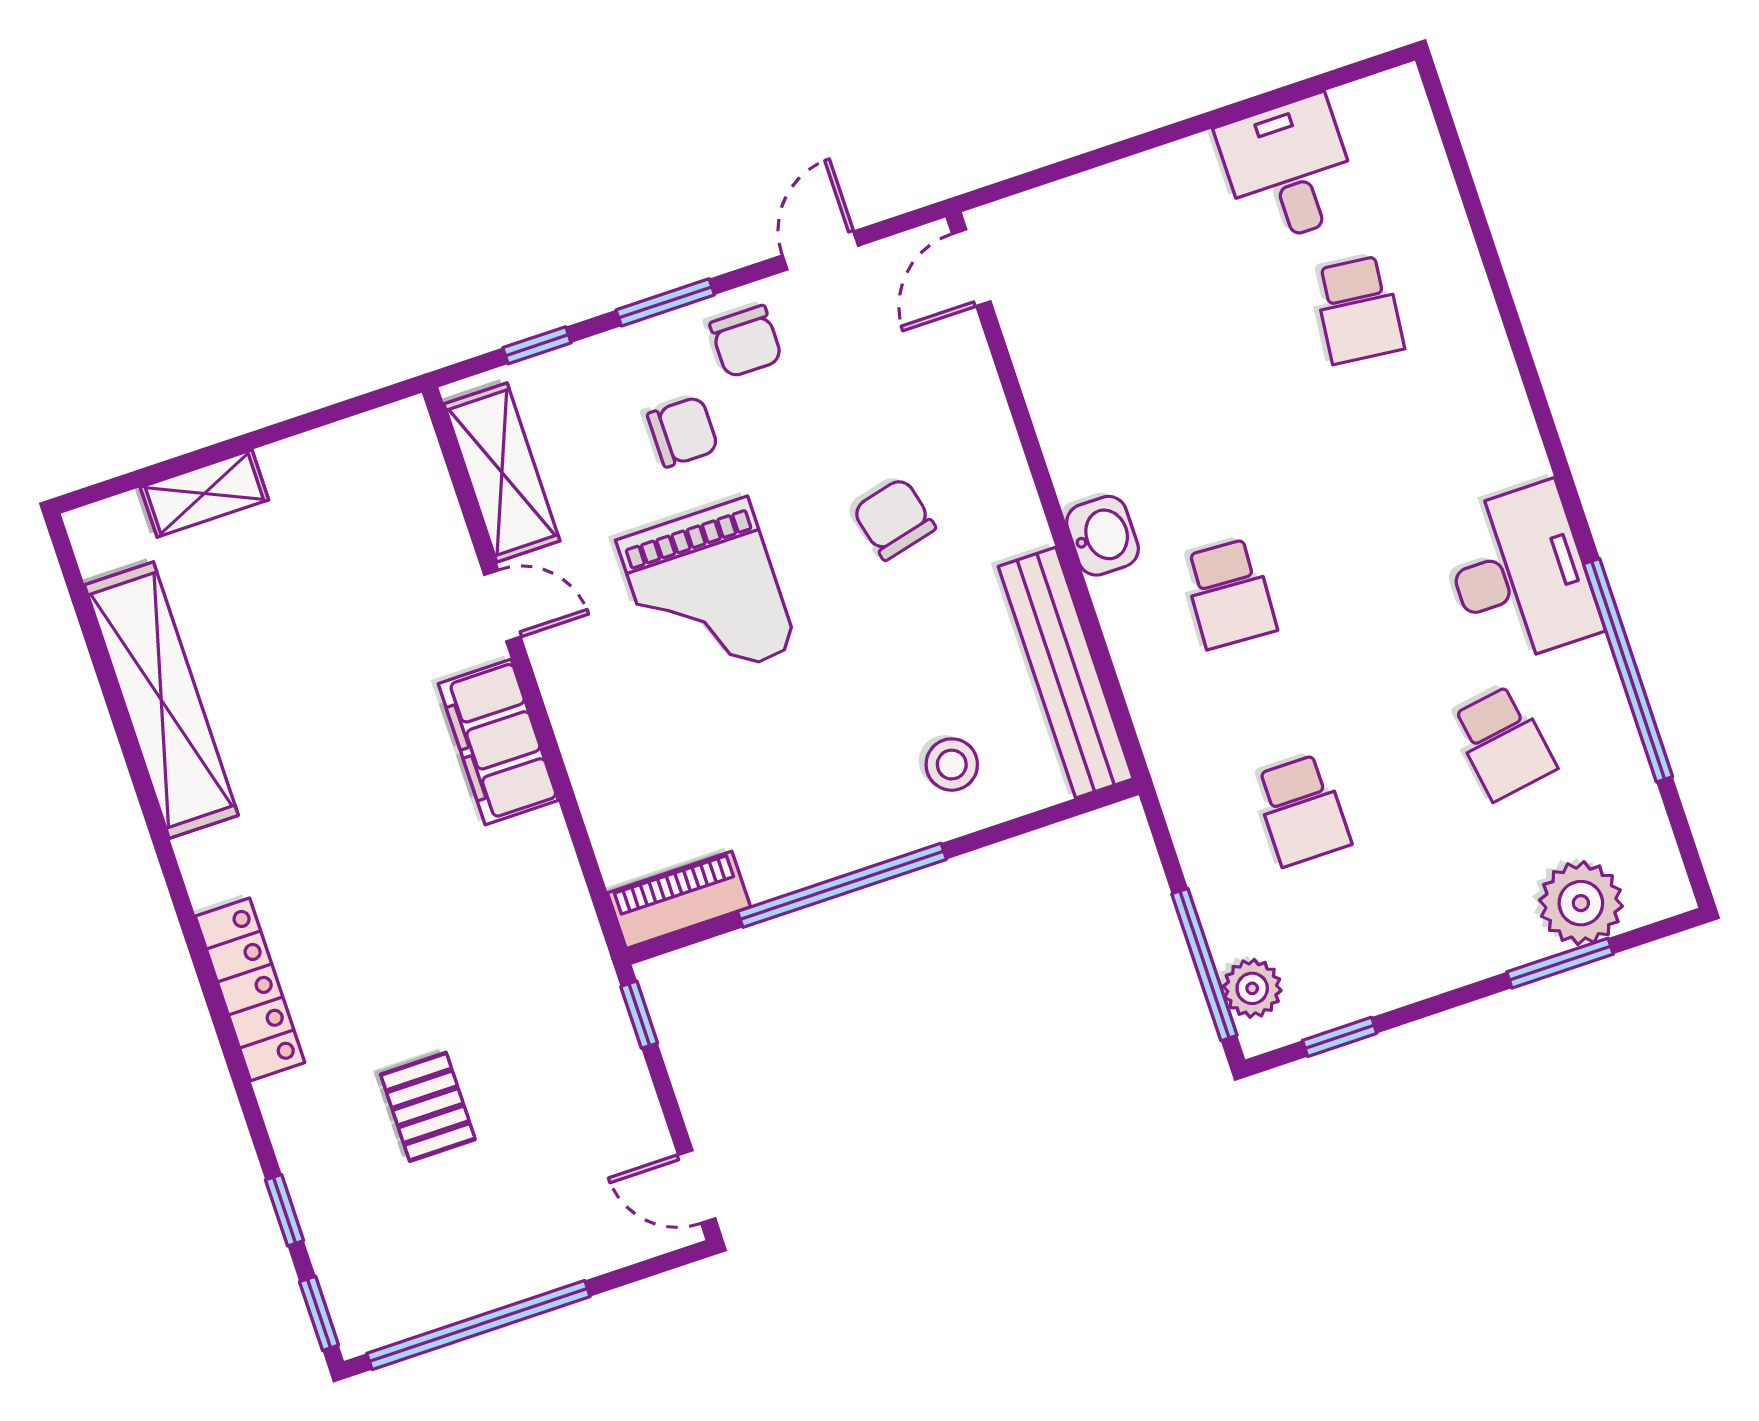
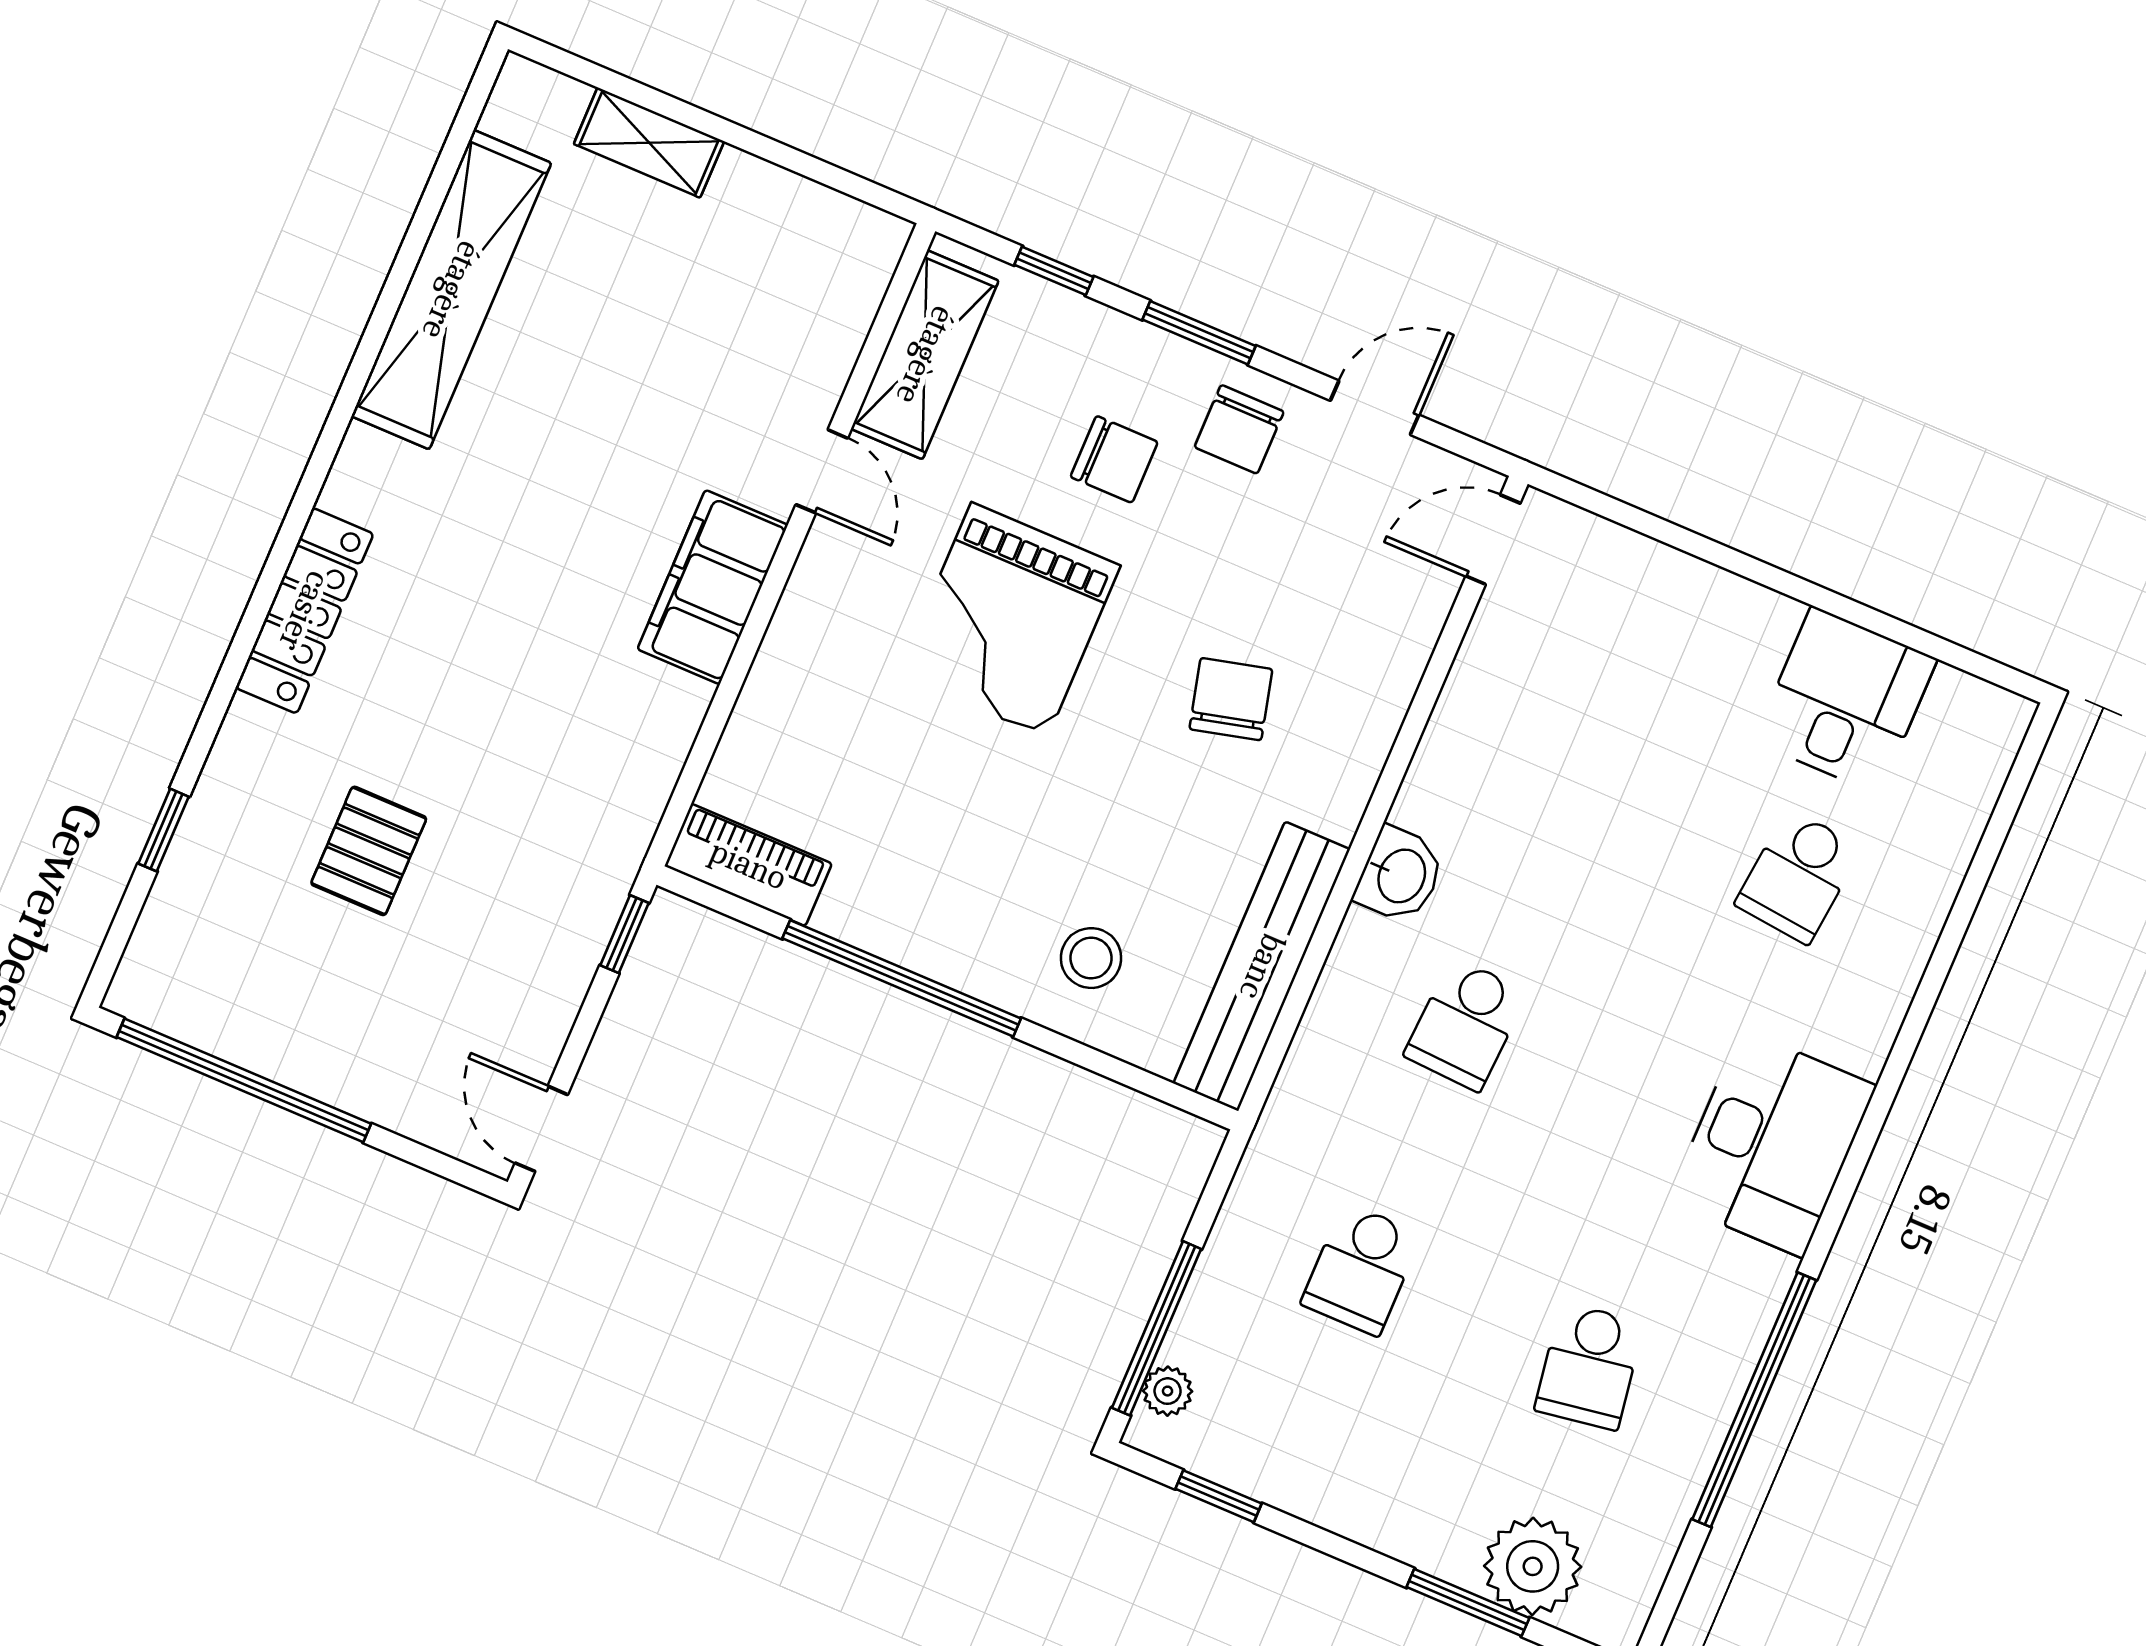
desk: (1520, 574) -> (1772, 1143), moved
plant: (1252, 988) -> (1168, 1391), width x0.73, depth x0.73
window: (319, 1313) -> (114, 947), removed

